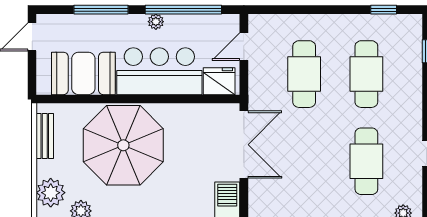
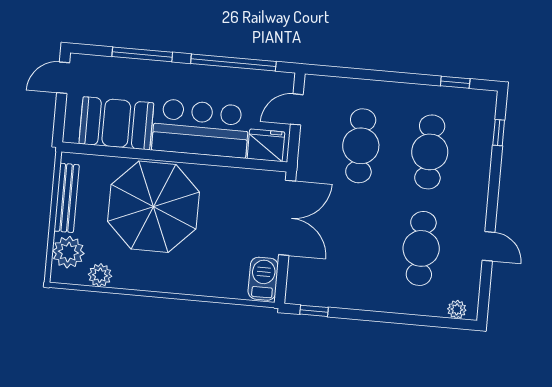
plant: (156, 22) -> (202, 73), removed
bench: (45, 136) -> (67, 198), width x1.36

